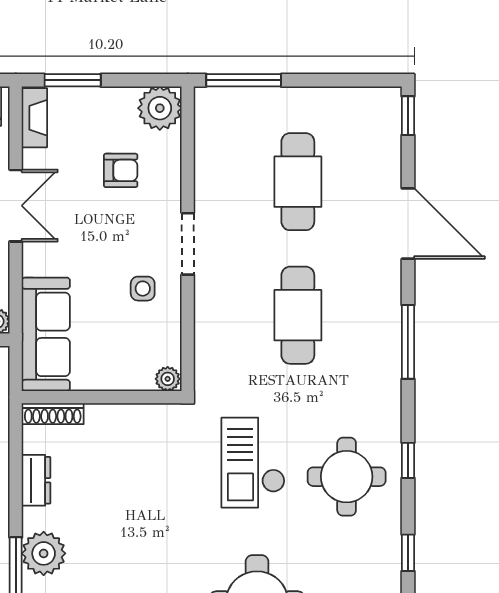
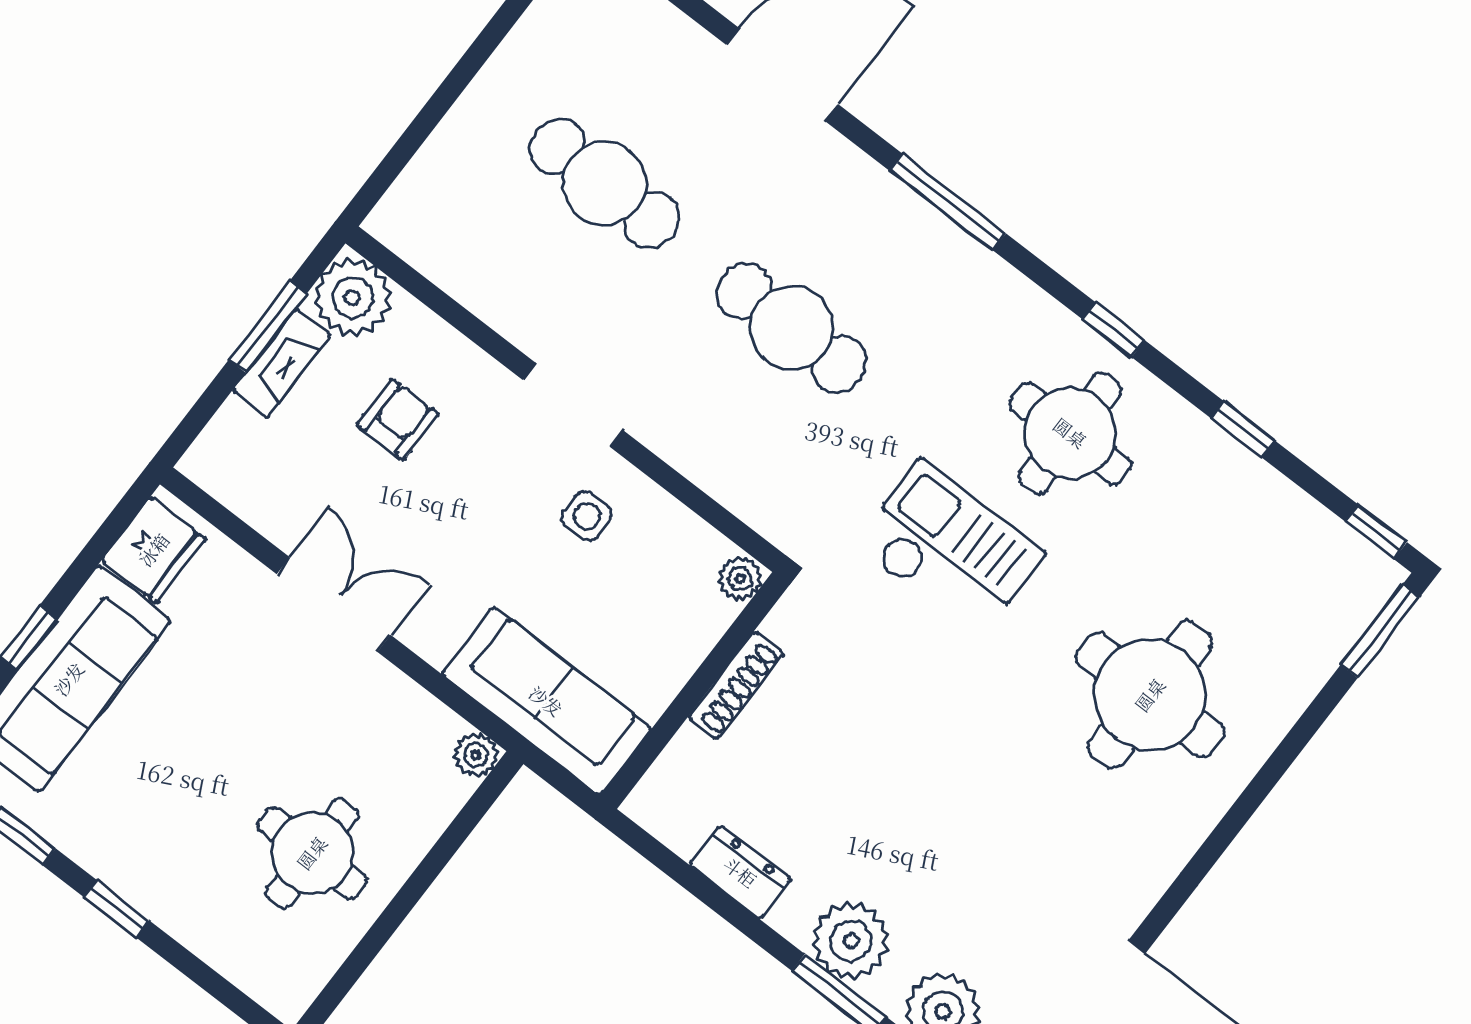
window: (73, 80) -> (268, 327), moved
window: (244, 80) -> (404, 150), removed
fireplace: (34, 118) -> (281, 363), moved, turned 90
shoe rack: (53, 414) -> (736, 685), moved
checkout: (253, 463) -> (950, 549), turned 180

